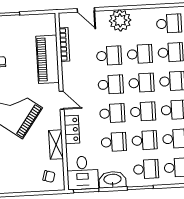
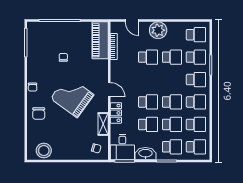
piano: (48, 59) -> (100, 40), moved
school desk: (141, 83) -> (172, 80), removed
school desk: (111, 84) -> (148, 80), removed

